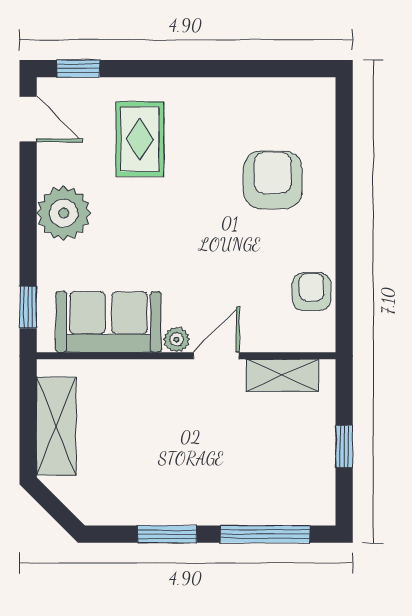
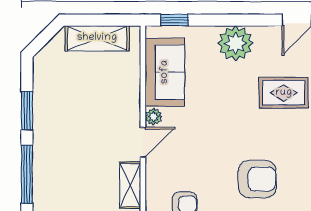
door: (216, 356) -> (143, 142), hinge flipped

